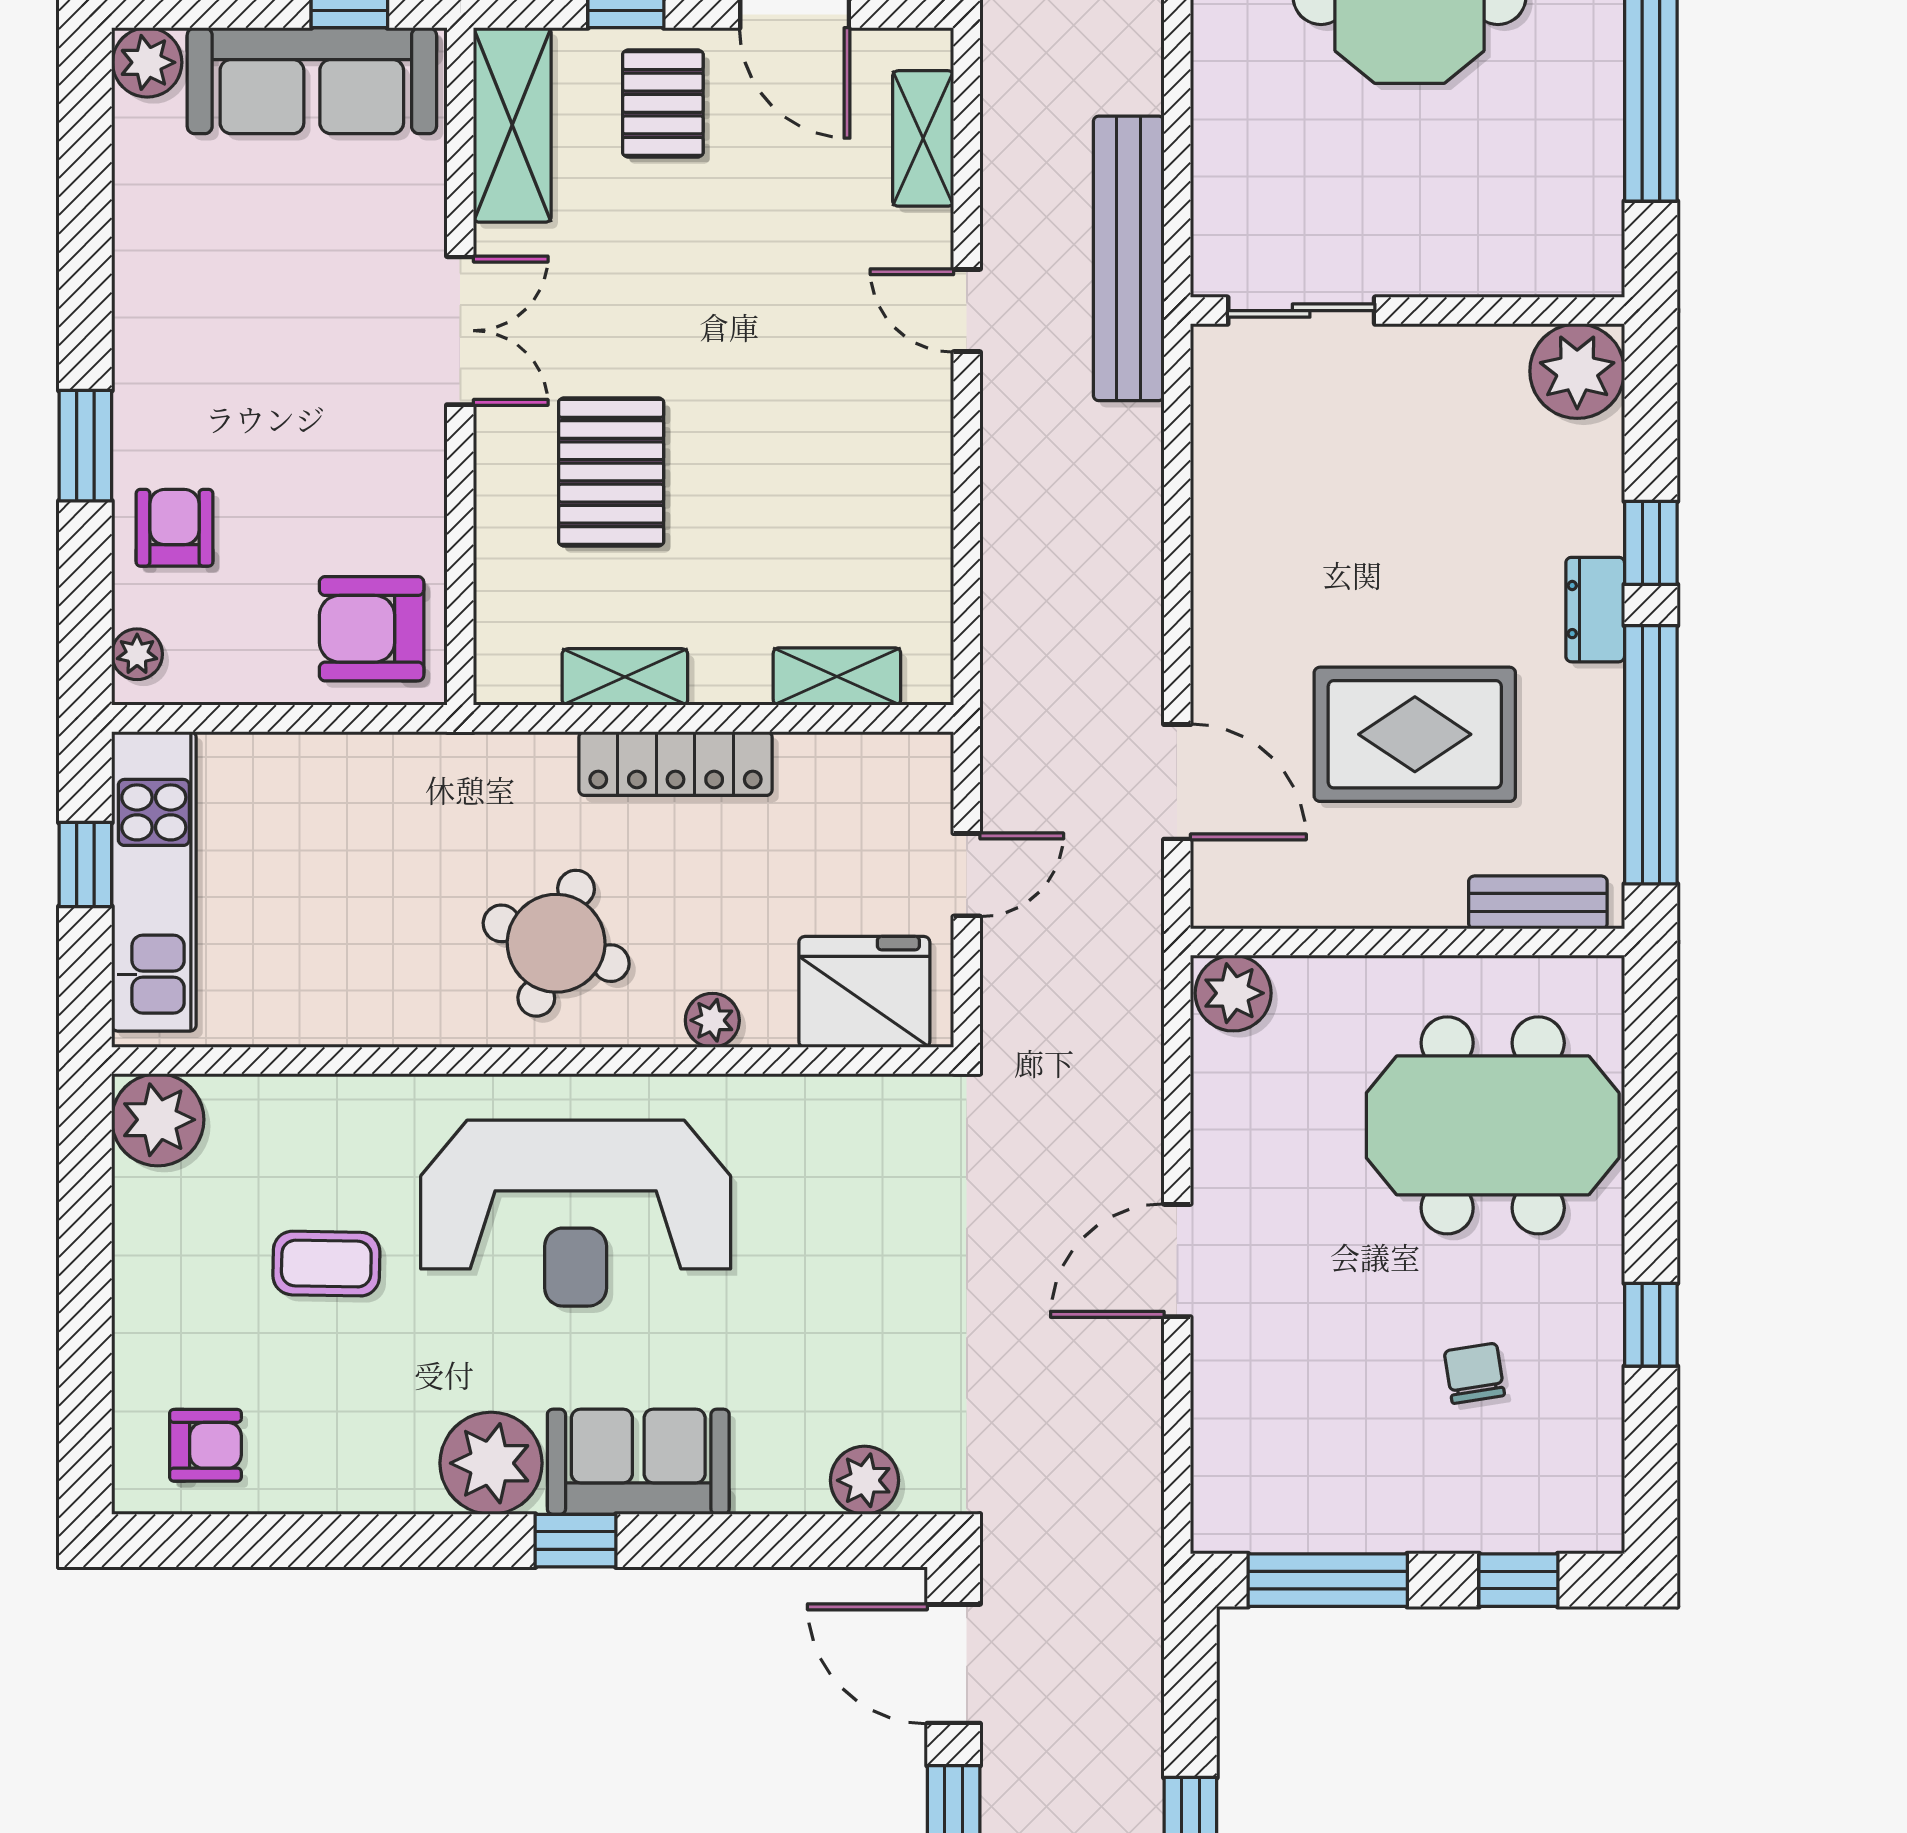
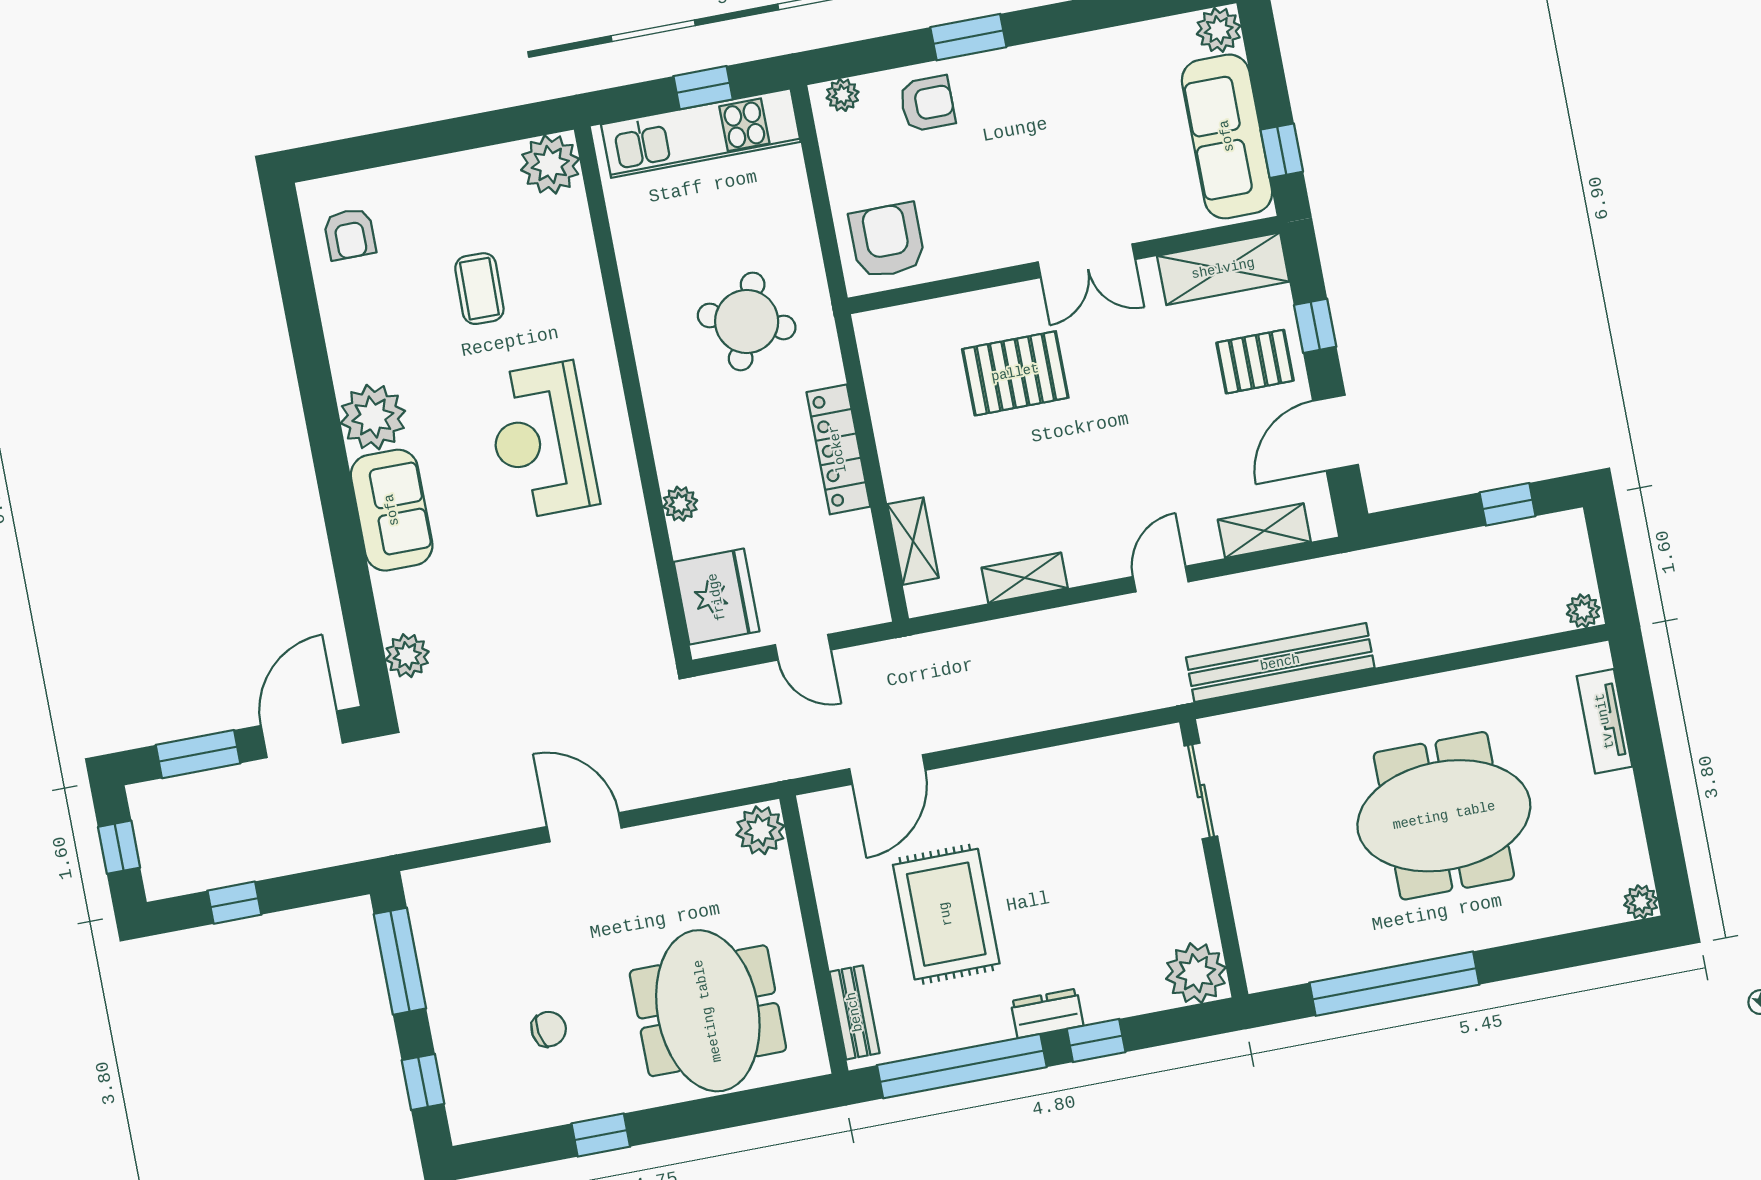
bench: (1129, 258) -> (1280, 663), moved
shelving: (625, 677) -> (1025, 578), moved, turned 90
round table: (556, 943) -> (747, 321), moved
reception desk: (576, 1213) -> (542, 440), width x0.74, depth x0.77
window: (576, 1541) -> (334, 480), removed

